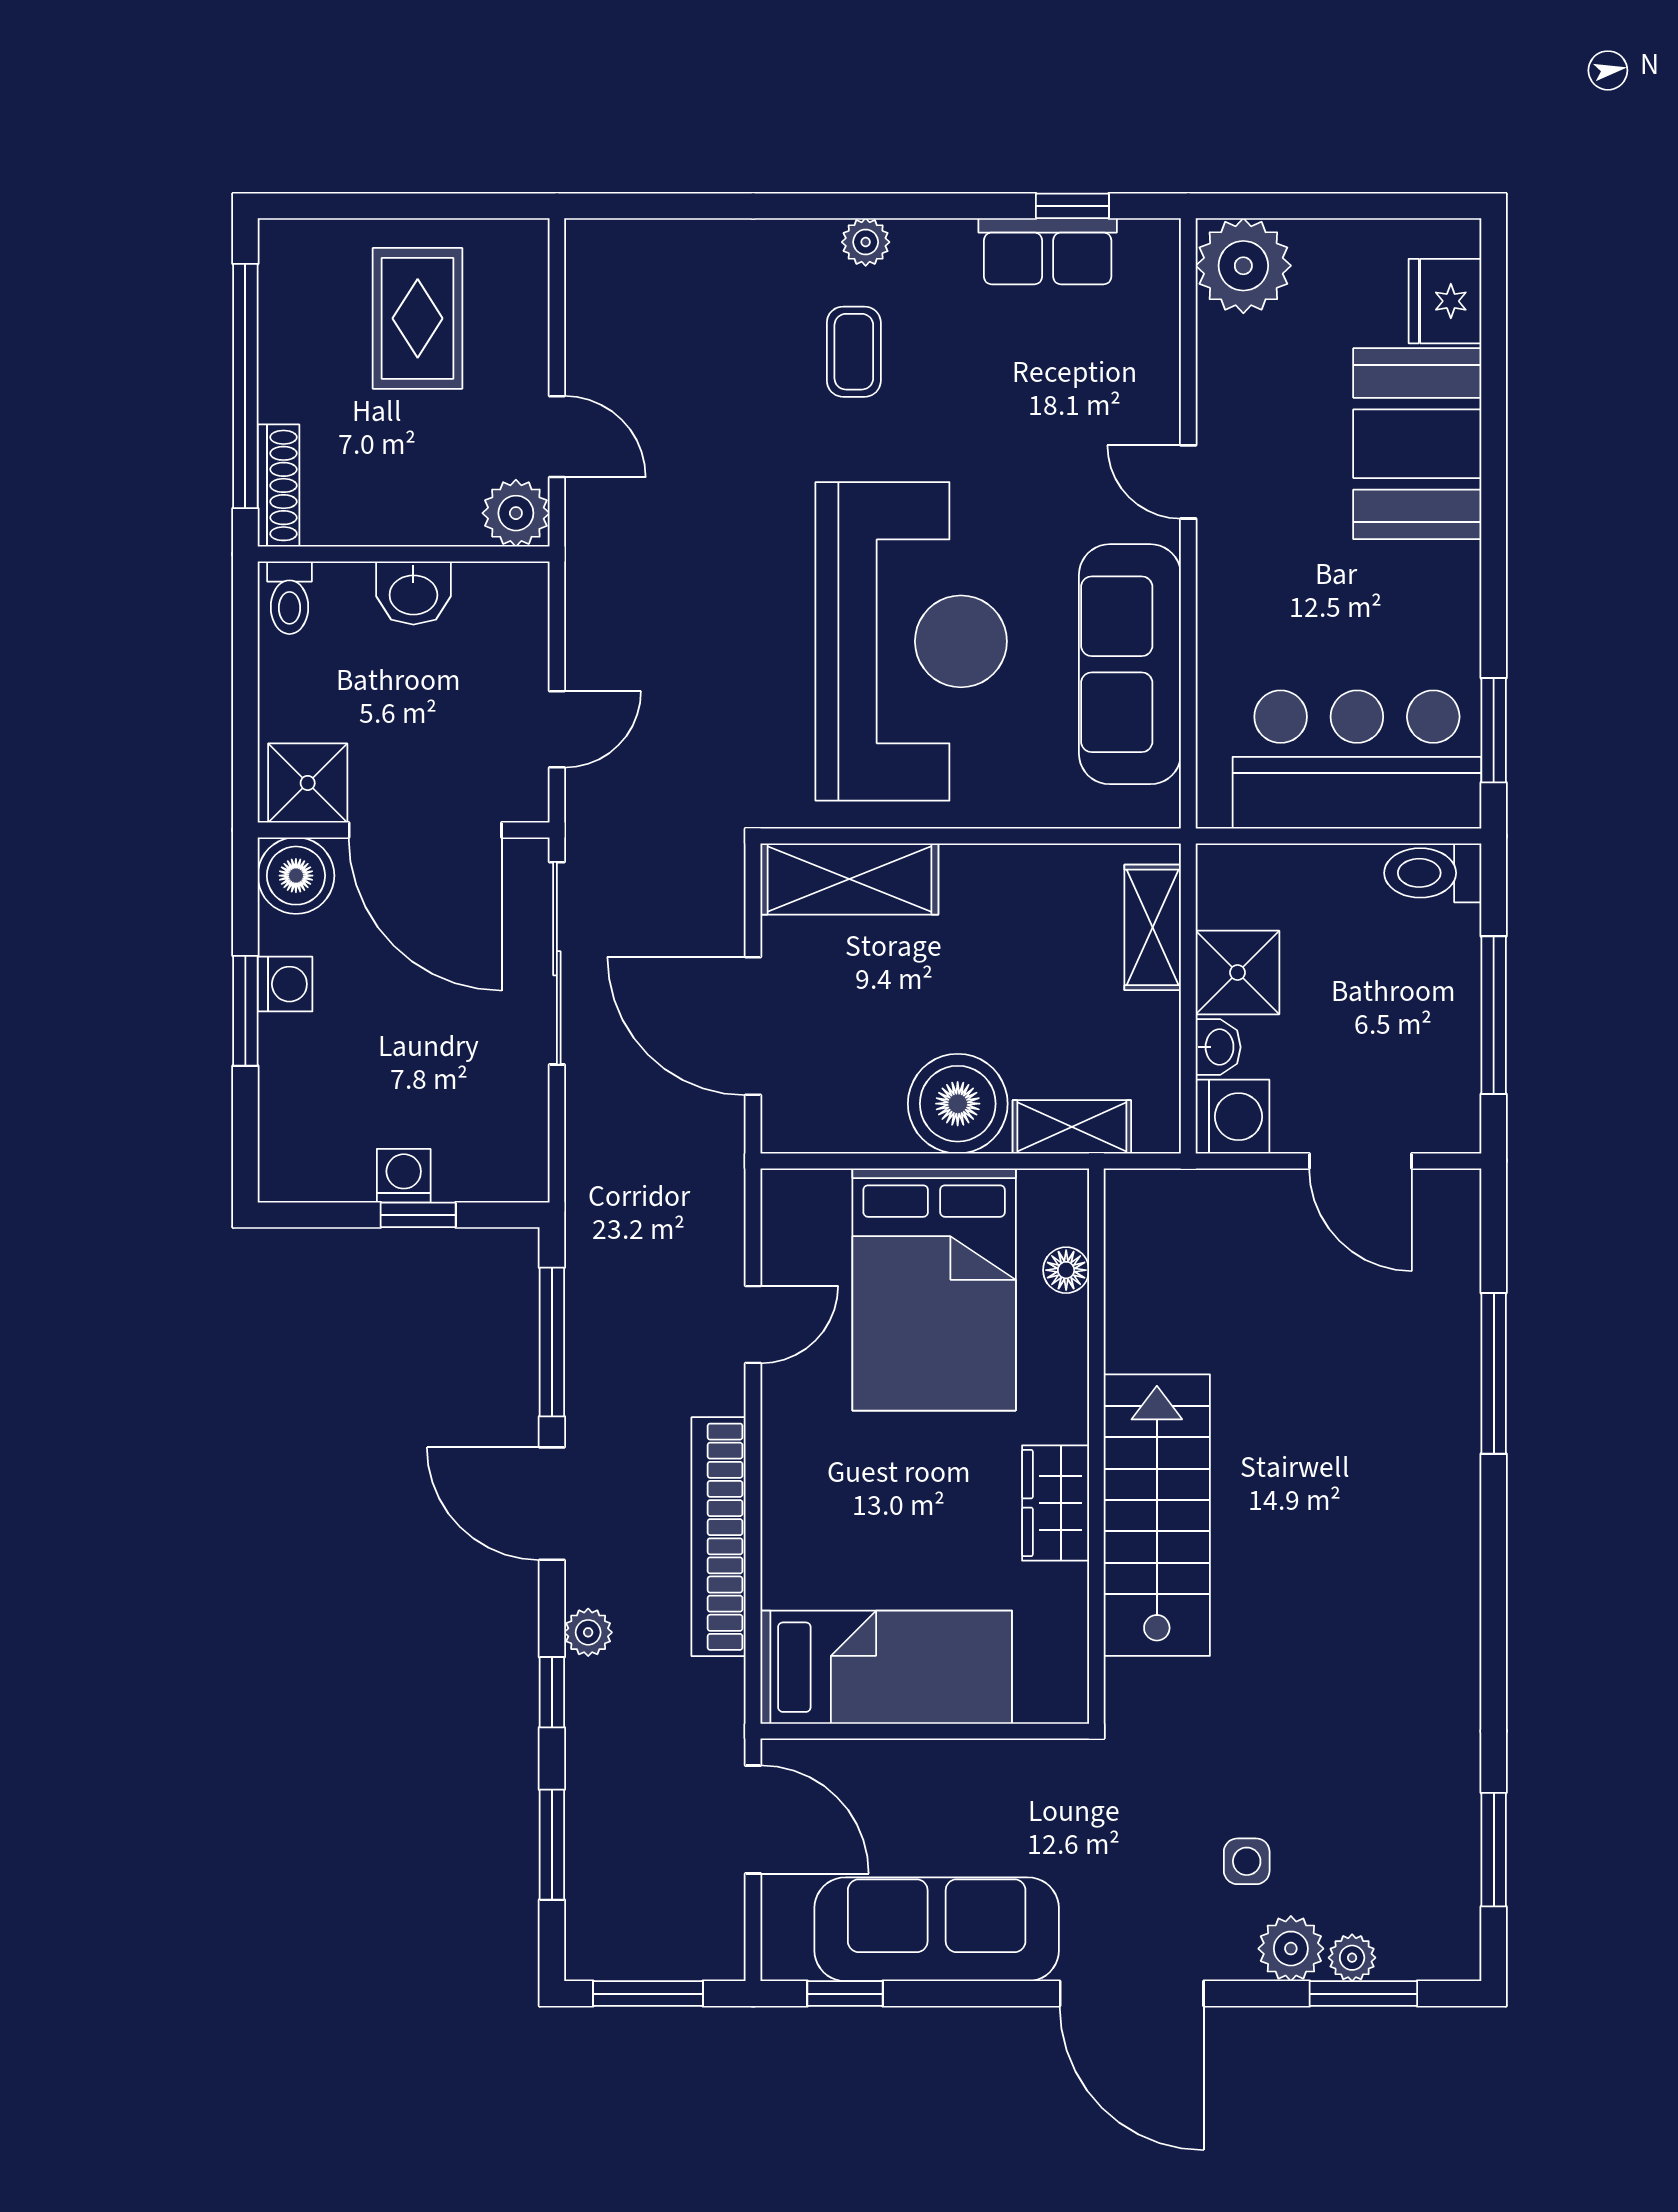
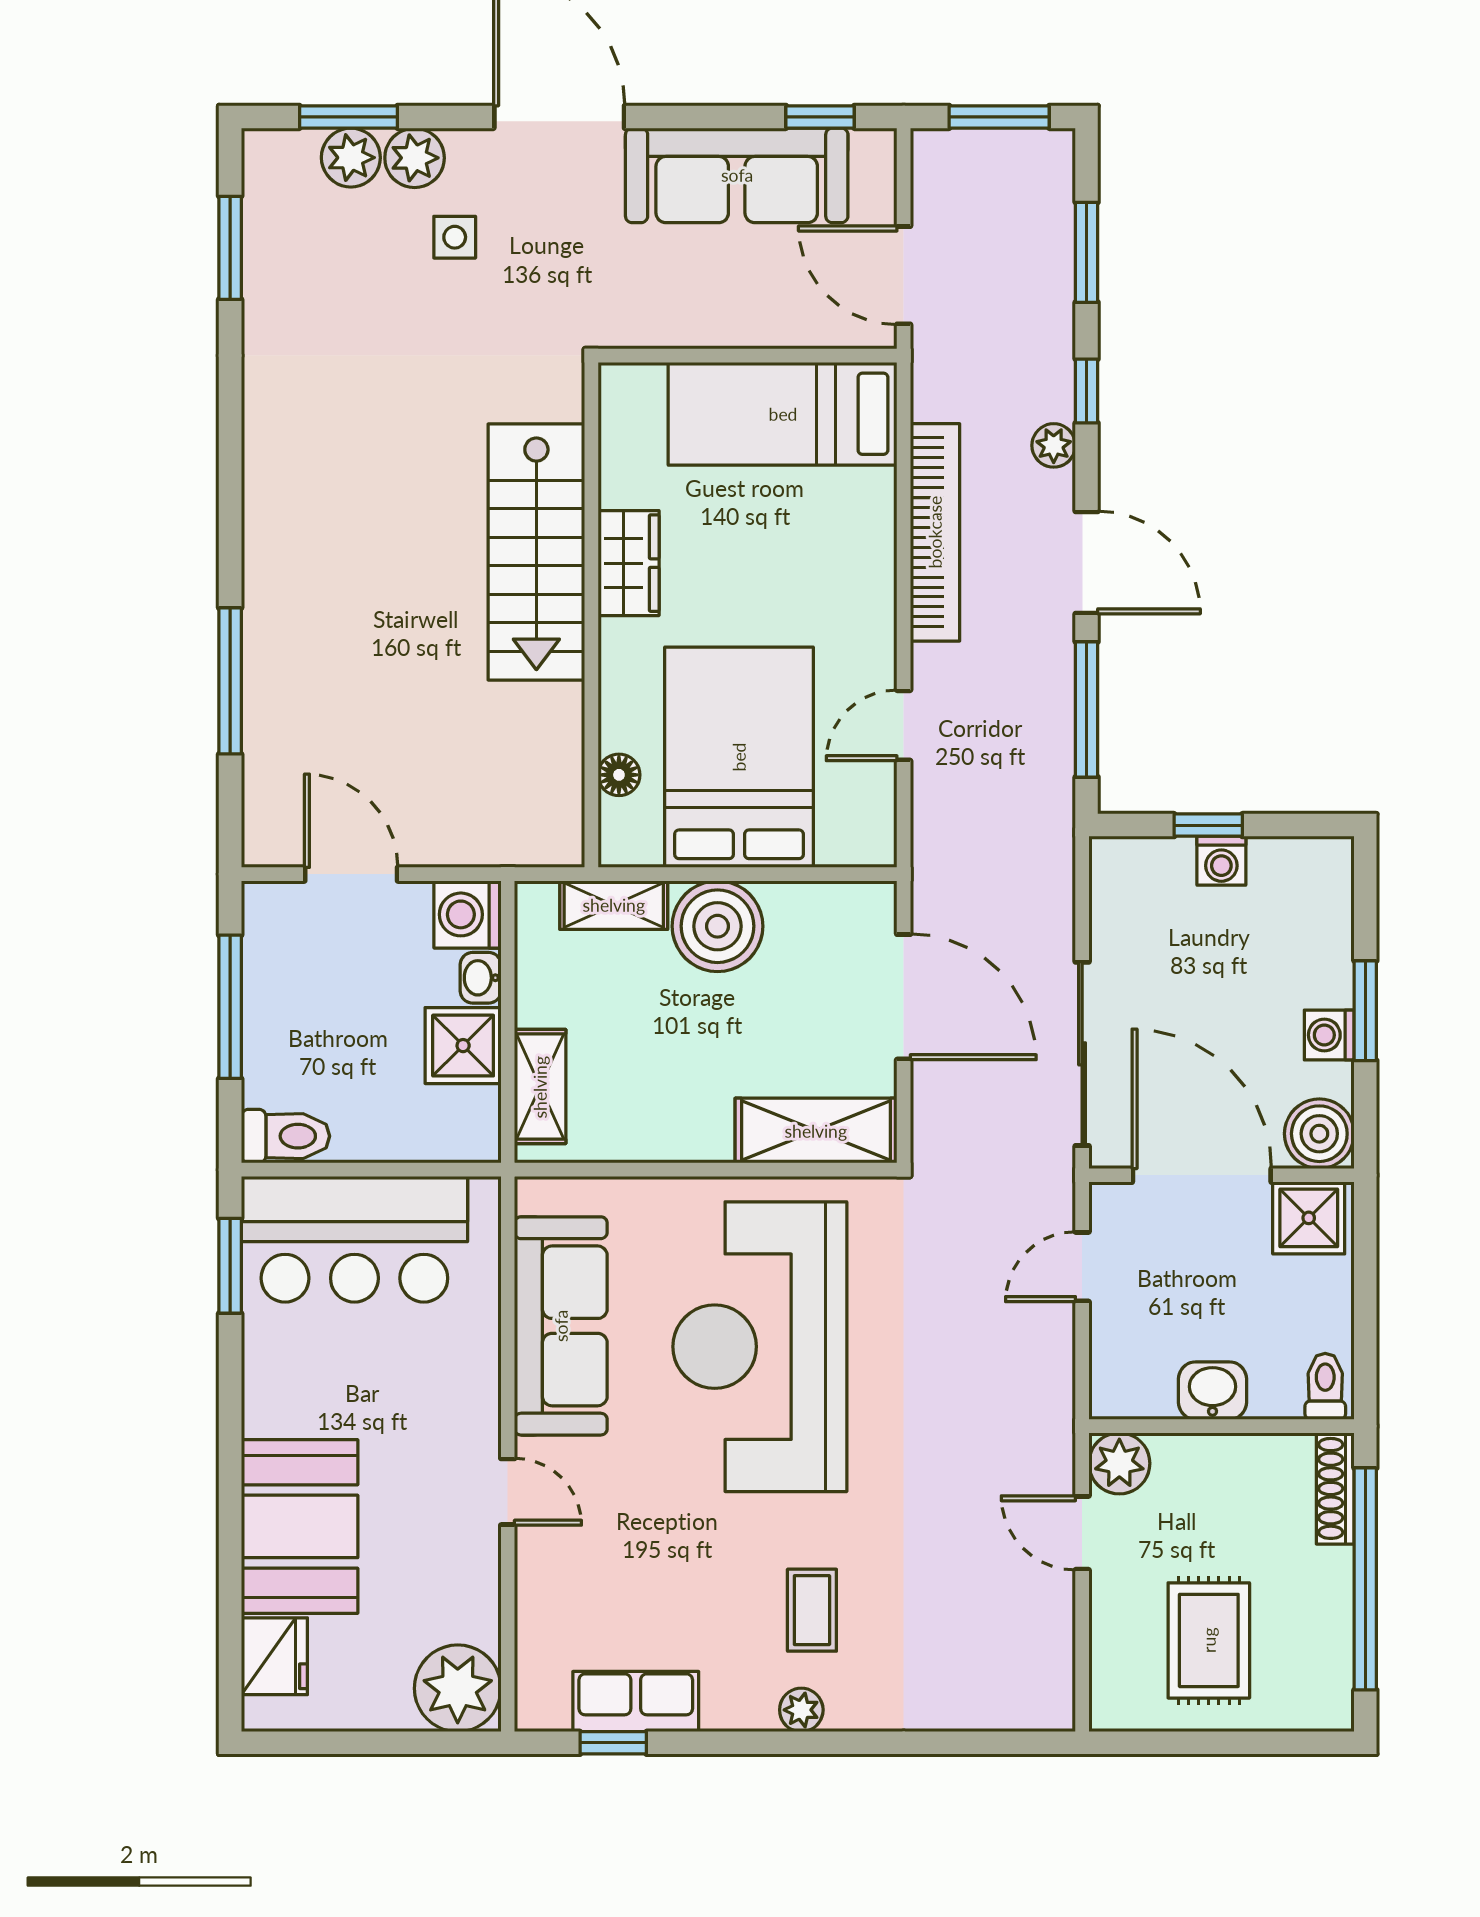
plant: (1352, 1958) -> (351, 158), width x1.38, depth x1.38

